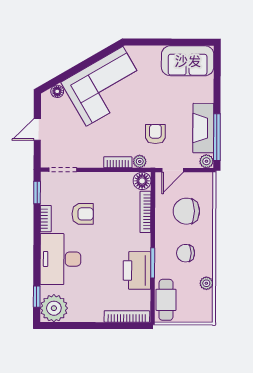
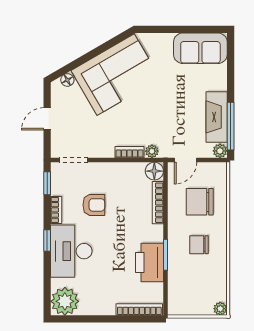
armchair: (155, 134) -> (168, 123), removed
plant: (206, 283) -> (220, 309), moved
window: (37, 297) -> (47, 241), moved
cafe table: (166, 300) -> (179, 292), removed

